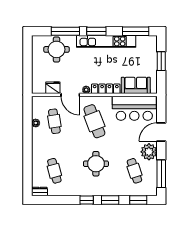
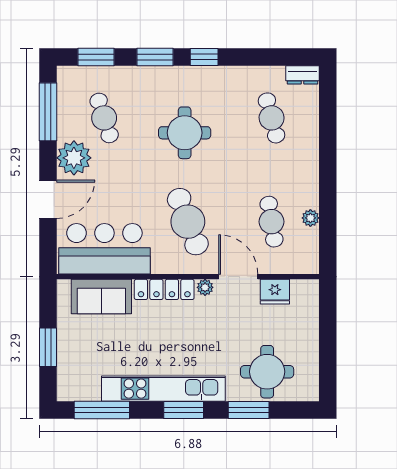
window: (65, 31) -> (249, 410), width x0.69

